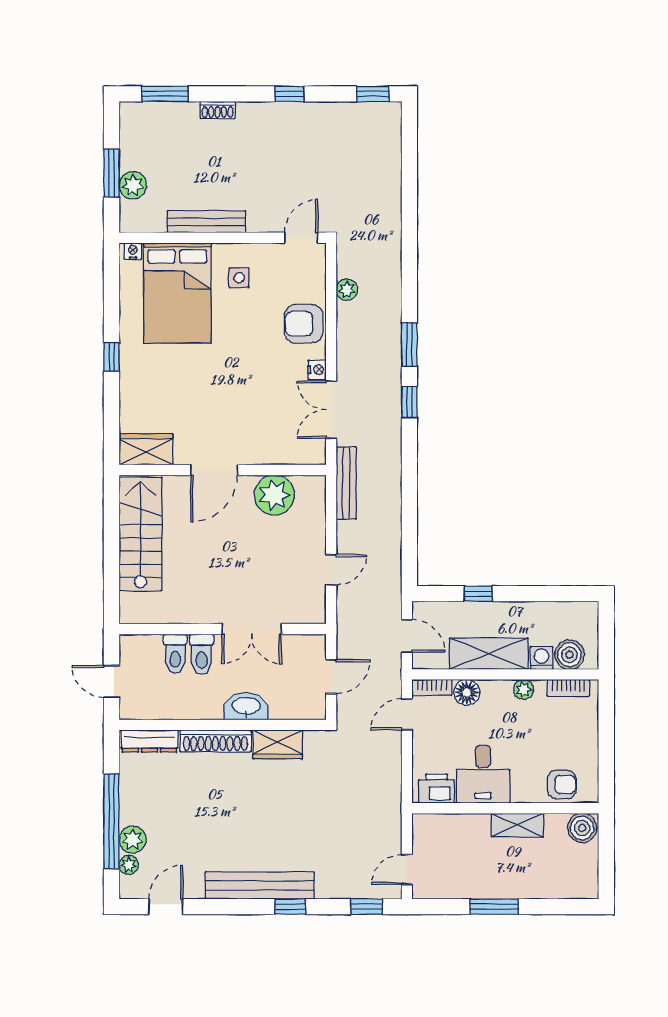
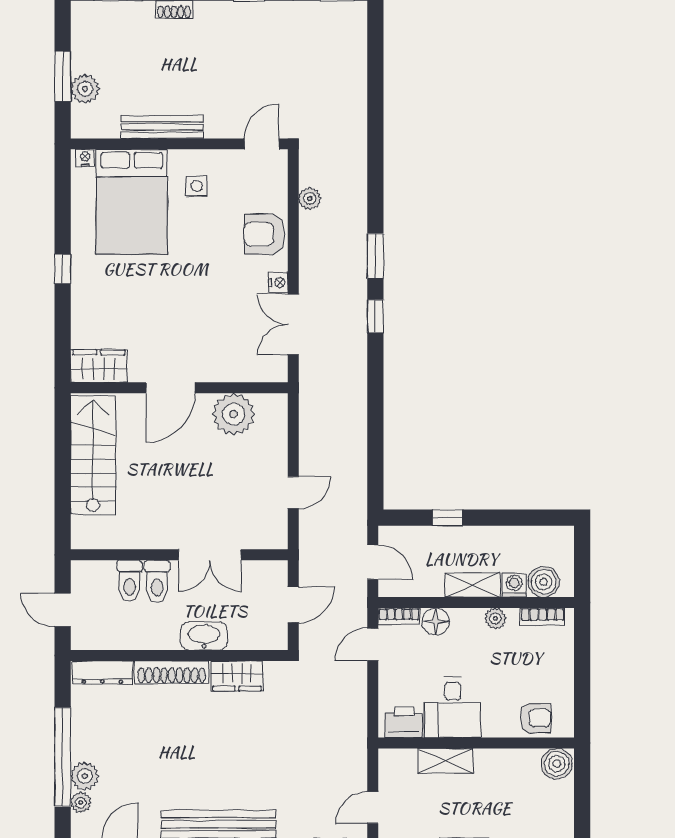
bench: (346, 483) -> (309, 401), removed
shelving: (489, 654) -> (473, 585), width x0.67, depth x0.75
shelving: (517, 825) -> (445, 761), moved

